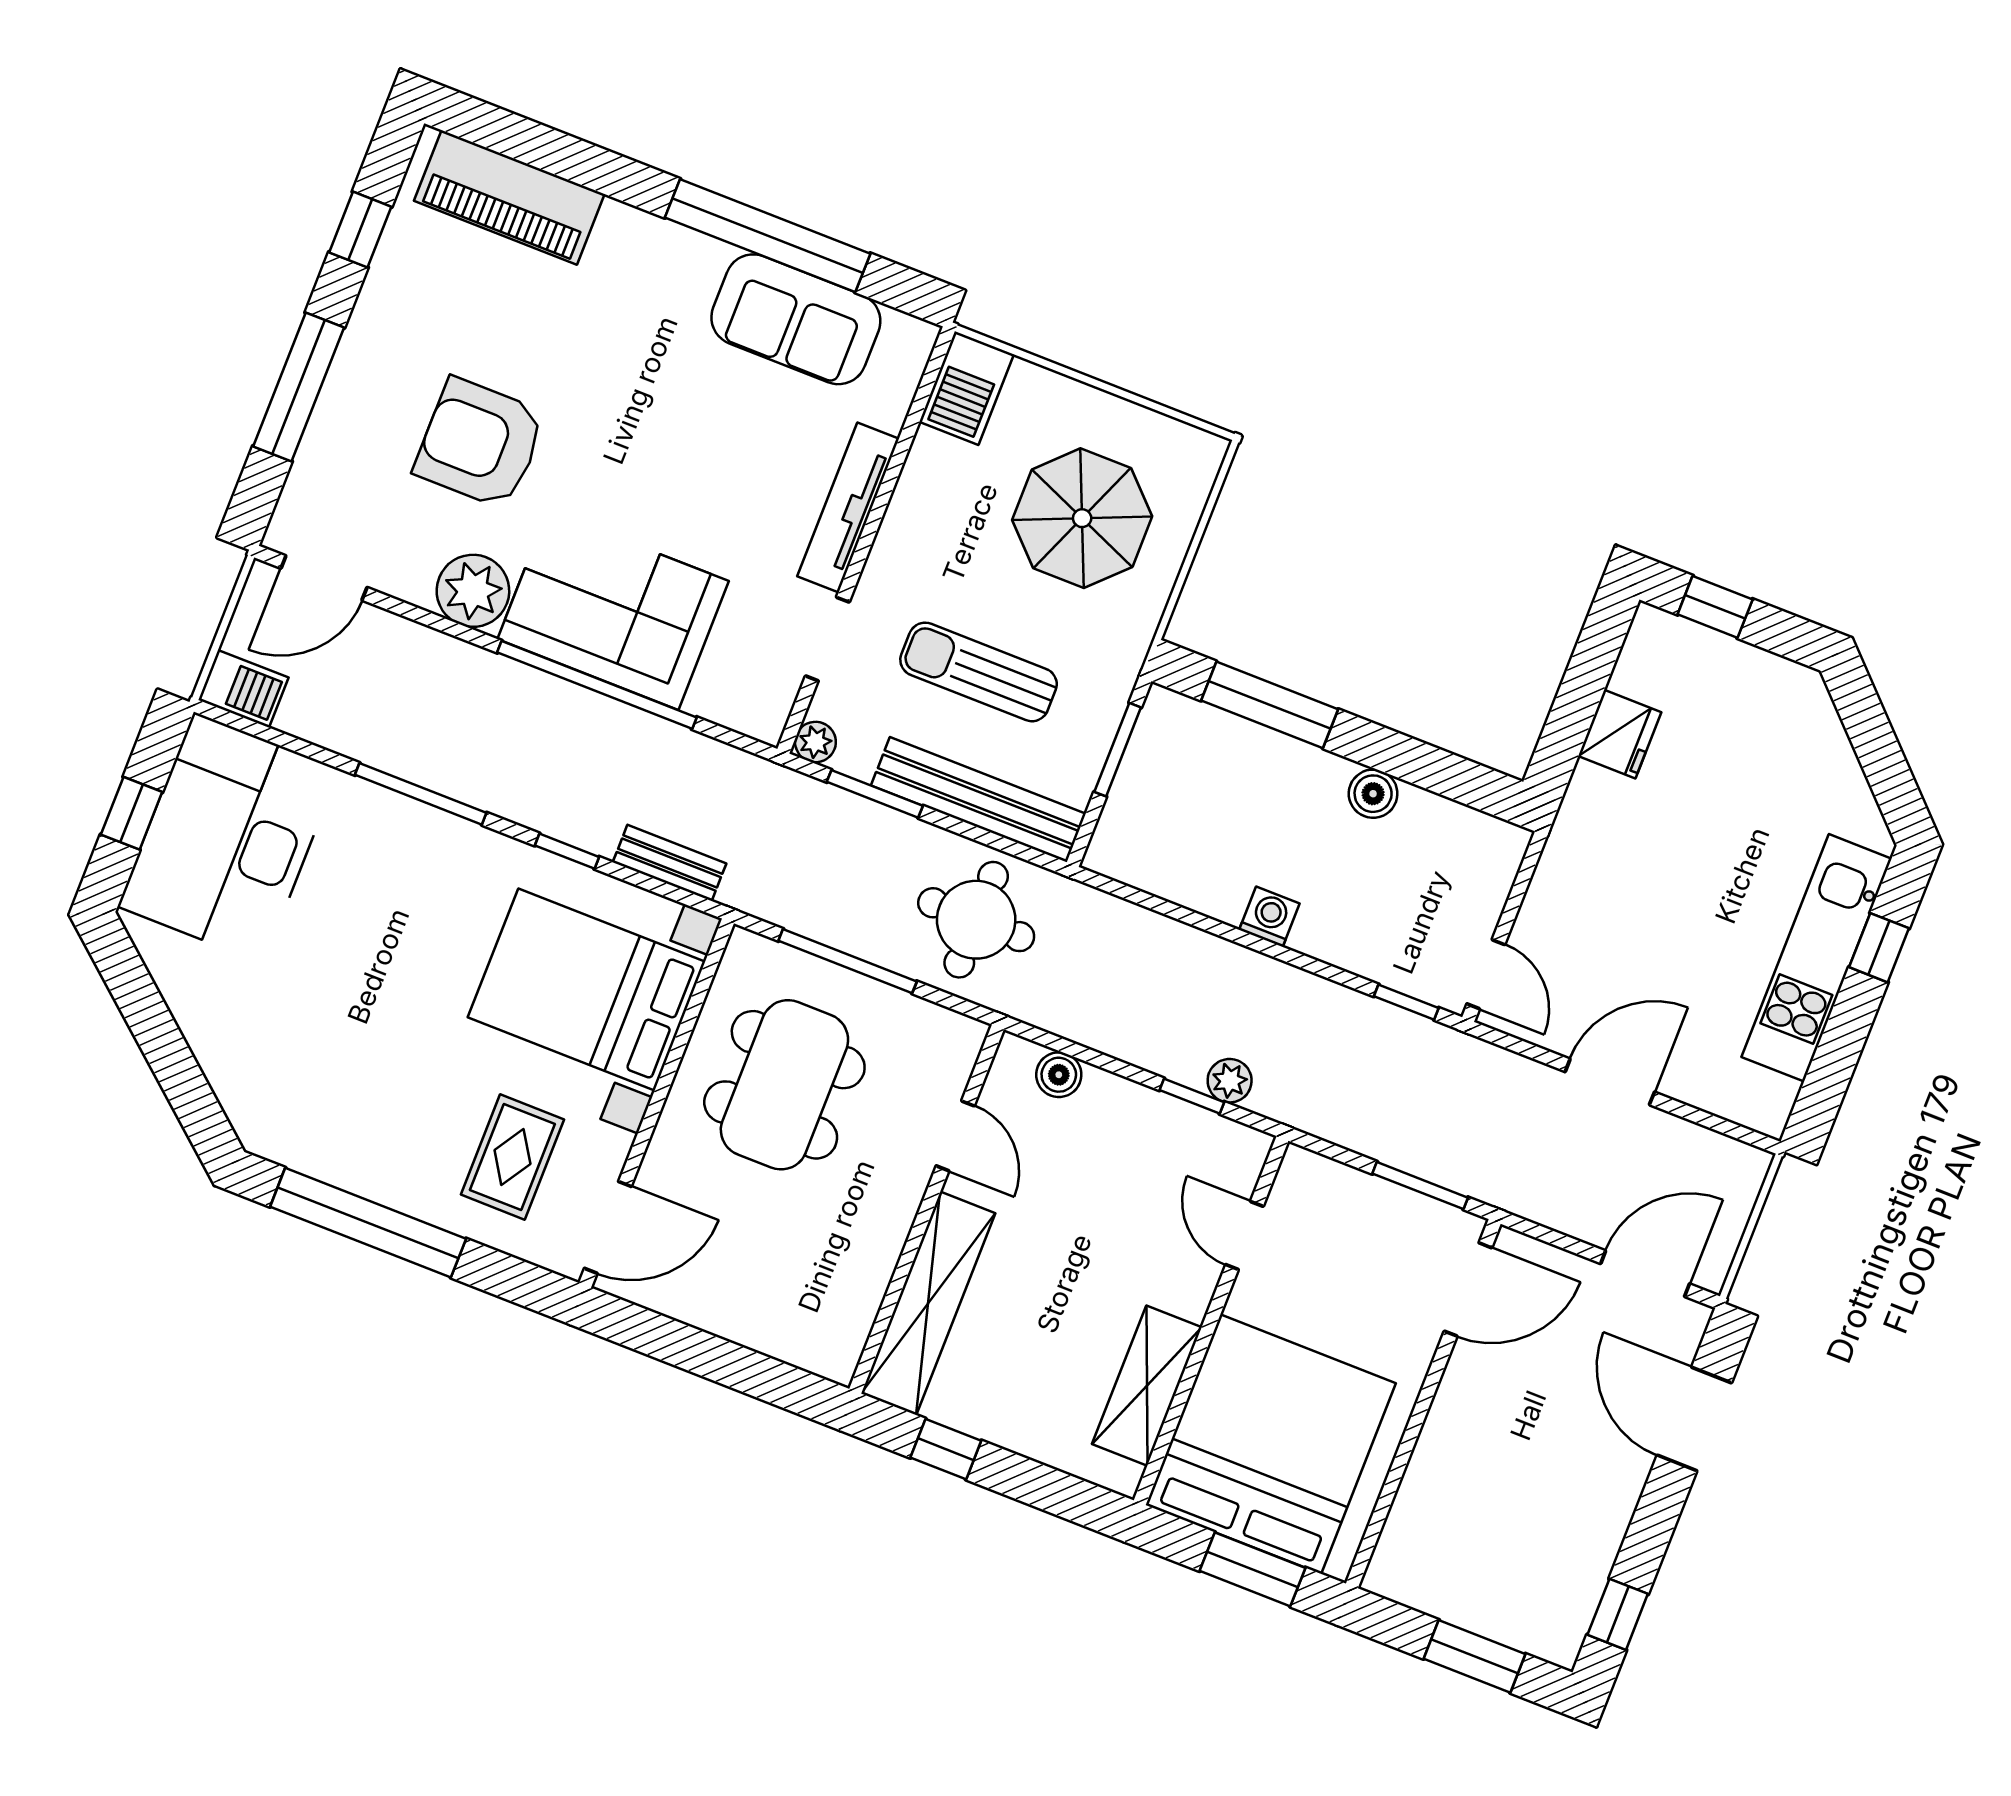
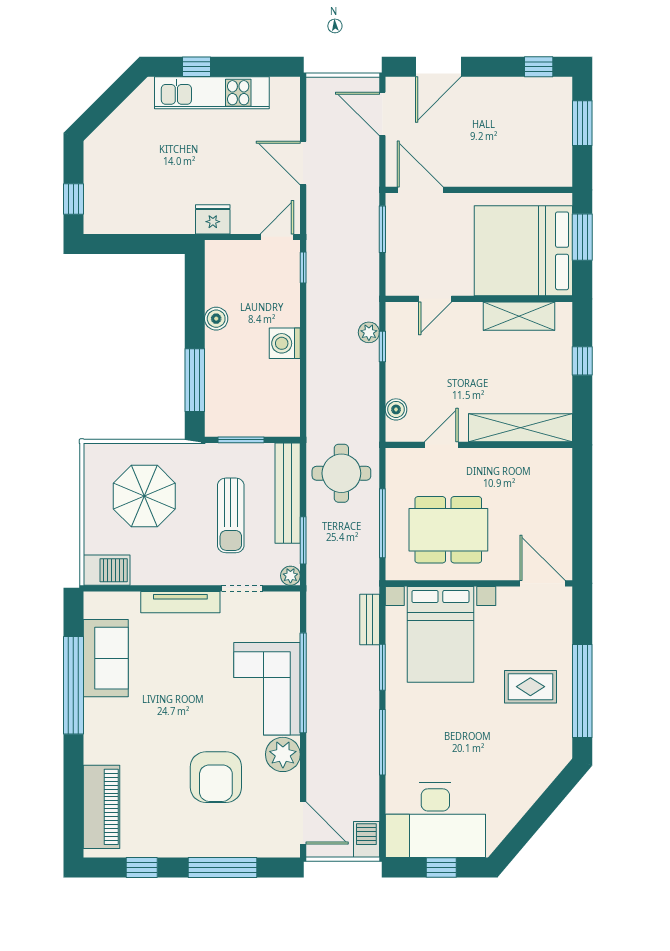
fridge: (1620, 734) -> (213, 219), moved
window: (567, 851) -> (382, 667), width x1.50
washing machine: (1269, 917) -> (285, 343), width x1.38, depth x1.38
rug: (512, 1157) -> (530, 687), moved
window: (946, 1449) -> (582, 361), moved

